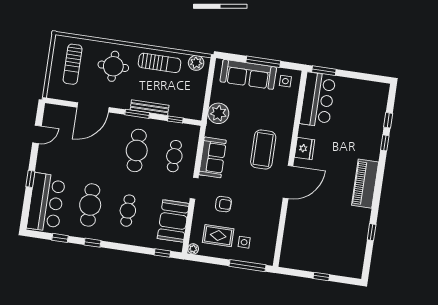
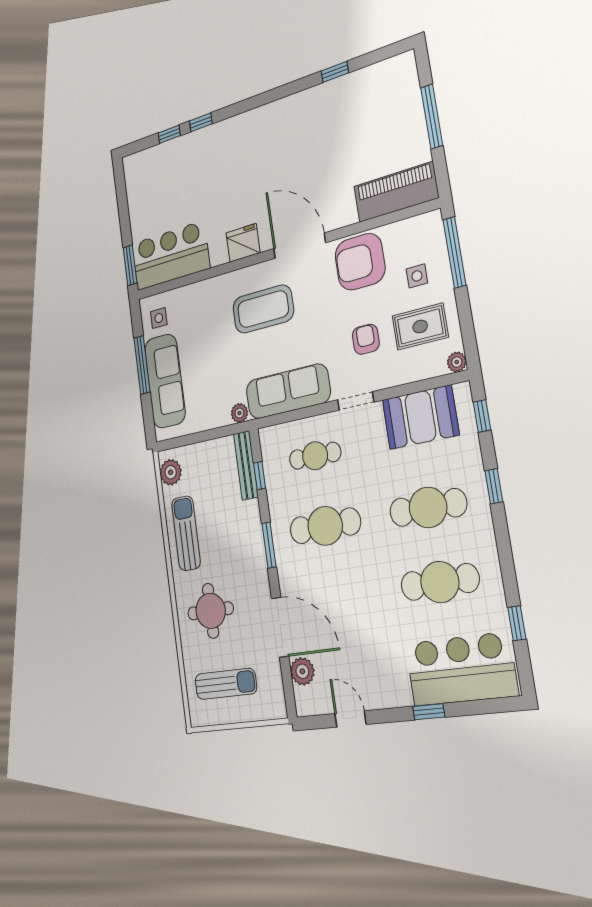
bench: (150, 108) -> (246, 465), moved
plant: (218, 113) -> (239, 413), width x0.53, depth x0.53
plant: (67, 114) -> (302, 671), added
sofa: (213, 157) -> (288, 391), width x1.36
piano: (365, 184) -> (396, 192), moved, turned 180
cafe table: (128, 211) -> (428, 507), width x1.37, depth x1.35
armchair: (265, 214) -> (360, 262), added
rug: (218, 236) -> (420, 327), turned 90
window: (93, 243) -> (494, 486), moved
window: (321, 277) -> (432, 116), width x2.17

